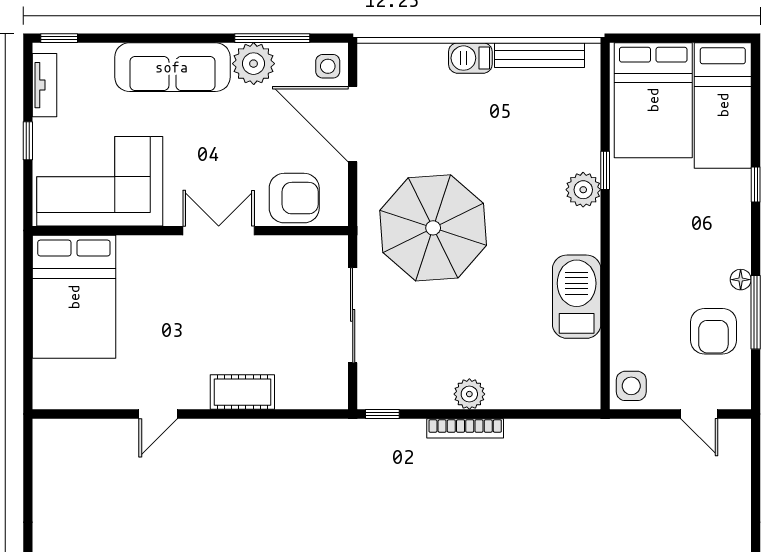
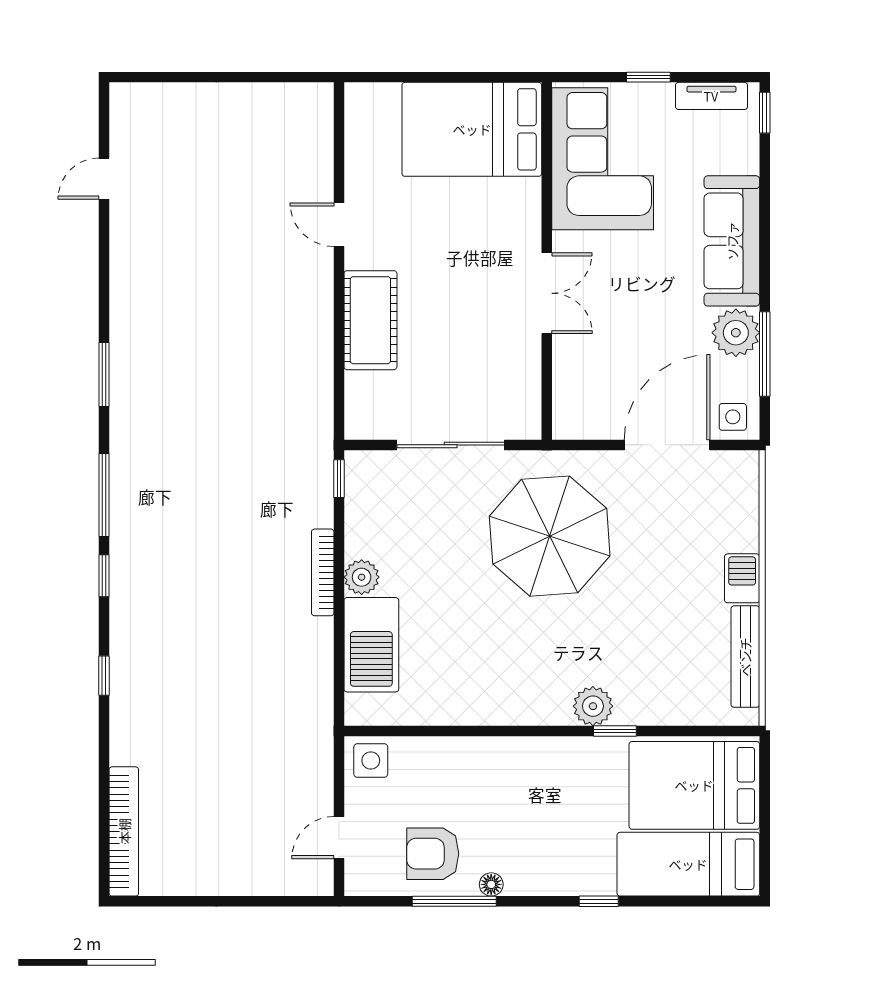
armchair: (294, 198) -> (584, 379), removed
barbecue: (577, 297) -> (371, 645), moved, turned 90
cot: (242, 392) -> (370, 320), width x1.37, depth x1.34

